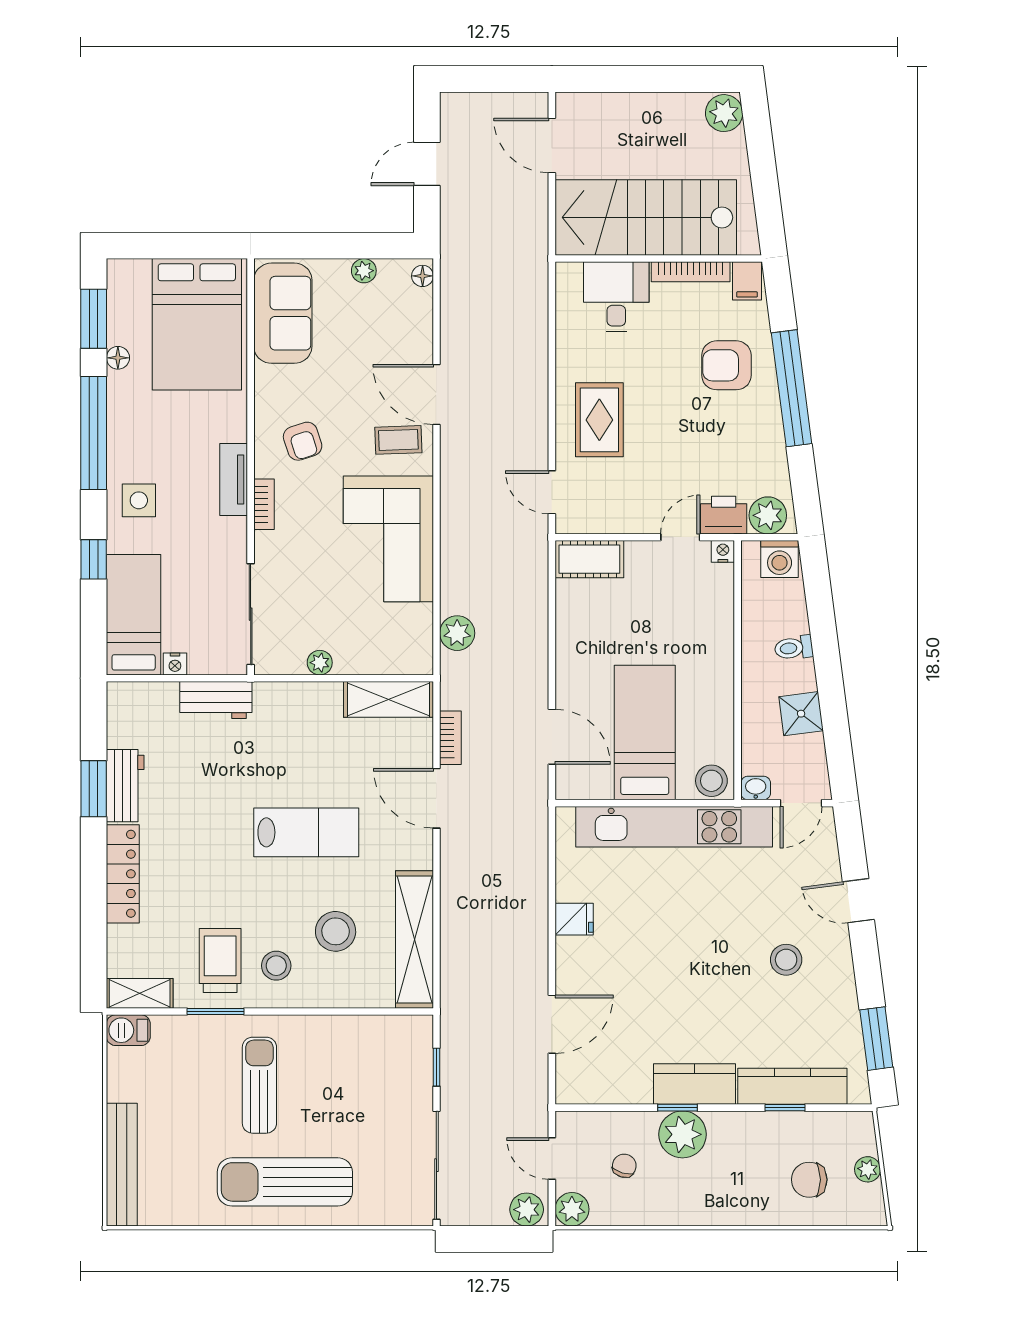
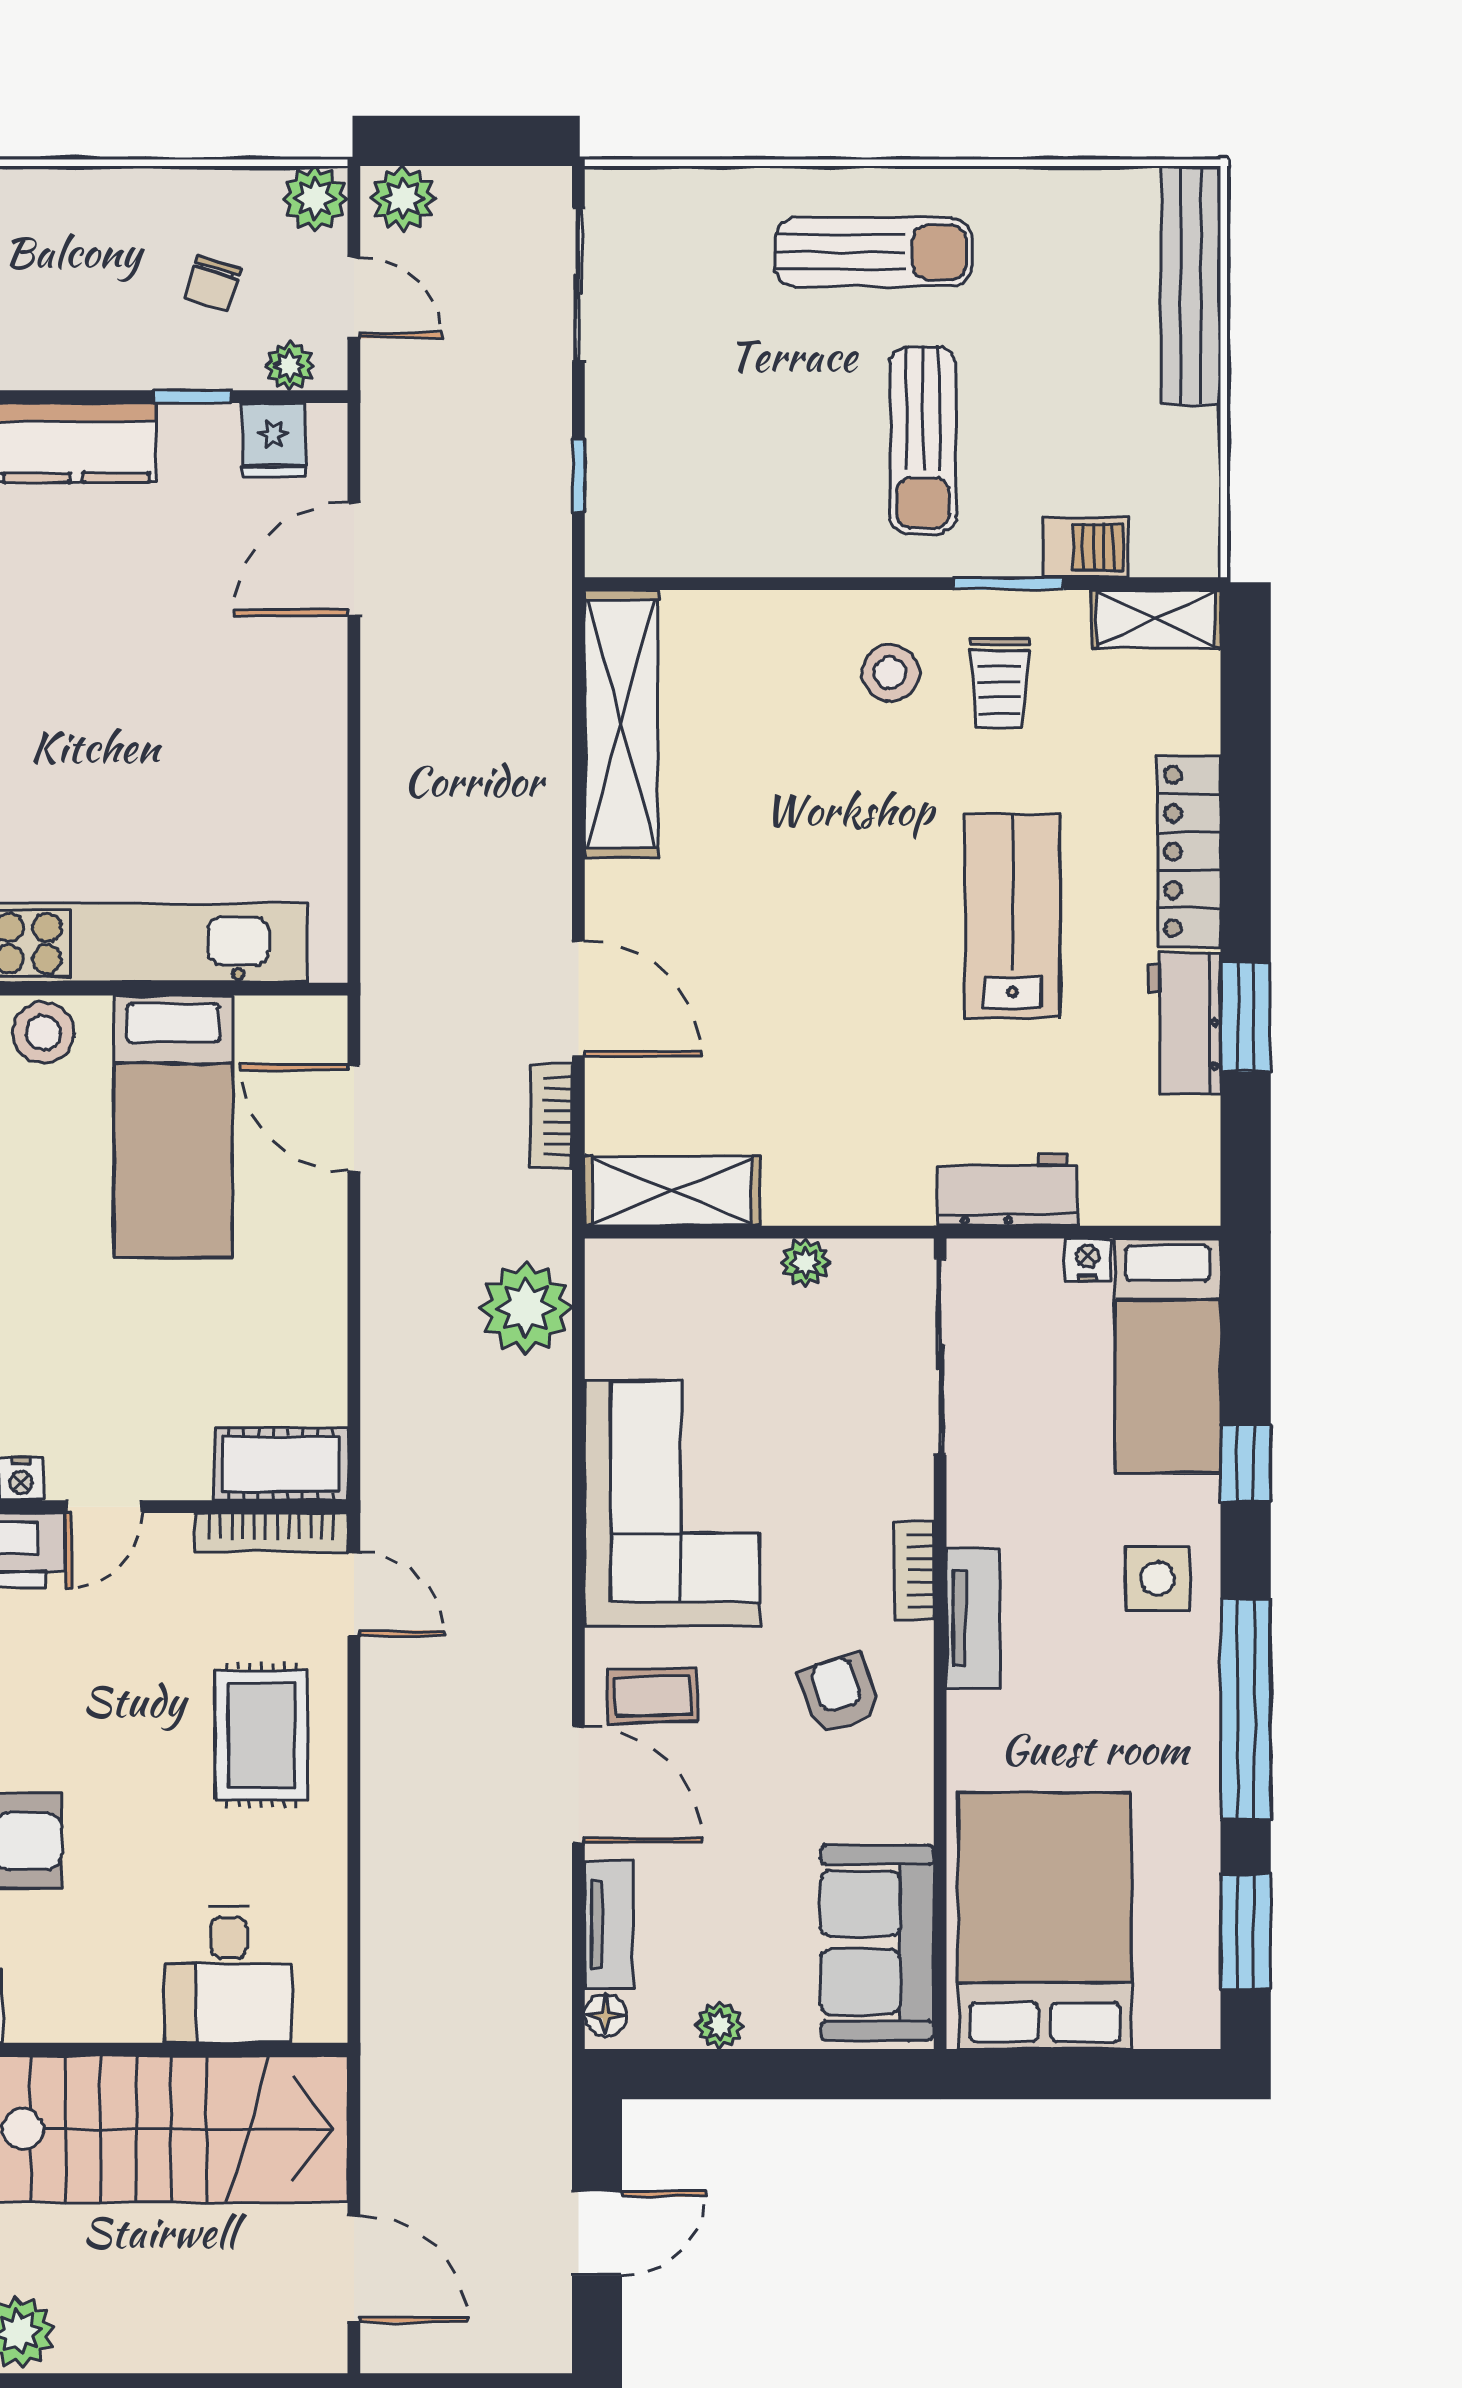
bookcase: (691, 272) -> (271, 1532), moved, turned 180
tv unit: (421, 322) -> (609, 1925), added
floor lamp: (118, 358) -> (1198, 1856), removed
plant: (457, 633) -> (526, 1308), width x1.36, depth x1.36
lab bench: (306, 832) -> (1012, 916), moved, turned 90
fridge: (574, 919) -> (274, 440), moved, turned -90
stool: (336, 931) -> (775, 740), removed
trolley: (220, 960) -> (999, 683), width x0.73, depth x0.72
barbecue: (128, 1030) -> (1086, 547), moved
window: (678, 1108) -> (192, 397), moved
plant: (682, 1134) -> (290, 366), moved, width x0.53, depth x0.53
sliding door: (436, 1165) -> (578, 285), width x0.73
sun lounger: (285, 1182) -> (873, 252), width x0.73, depth x0.75

